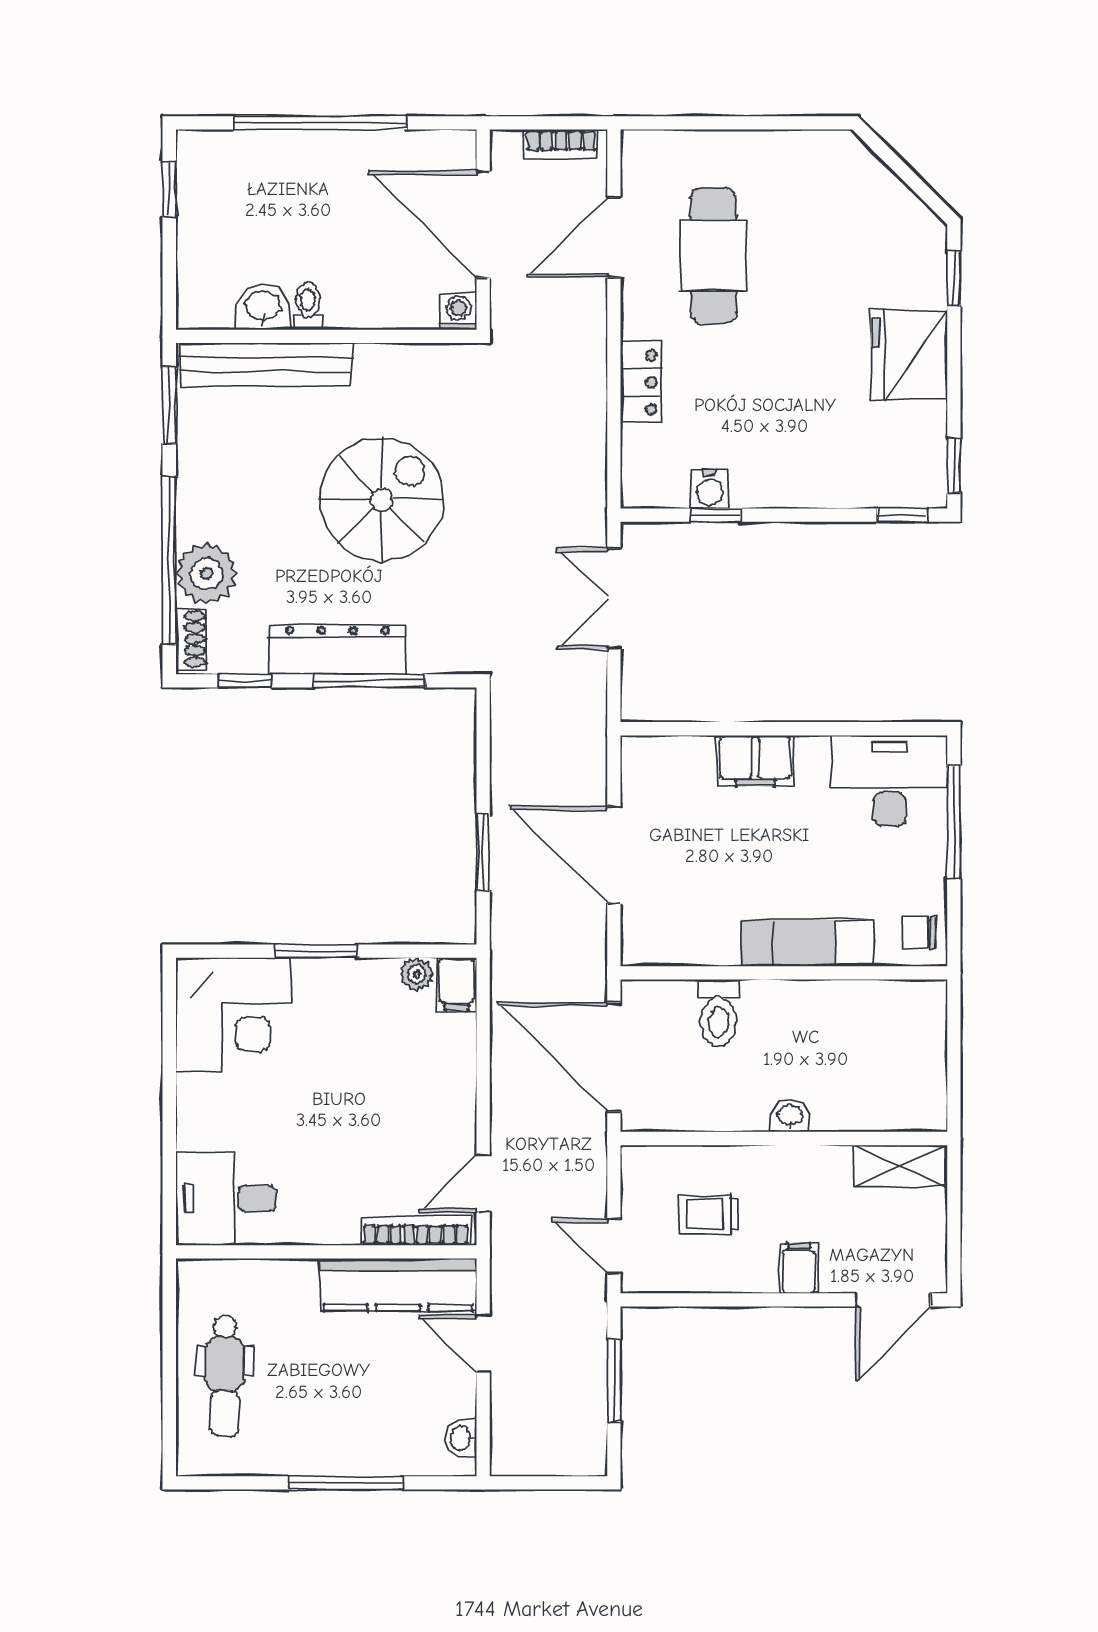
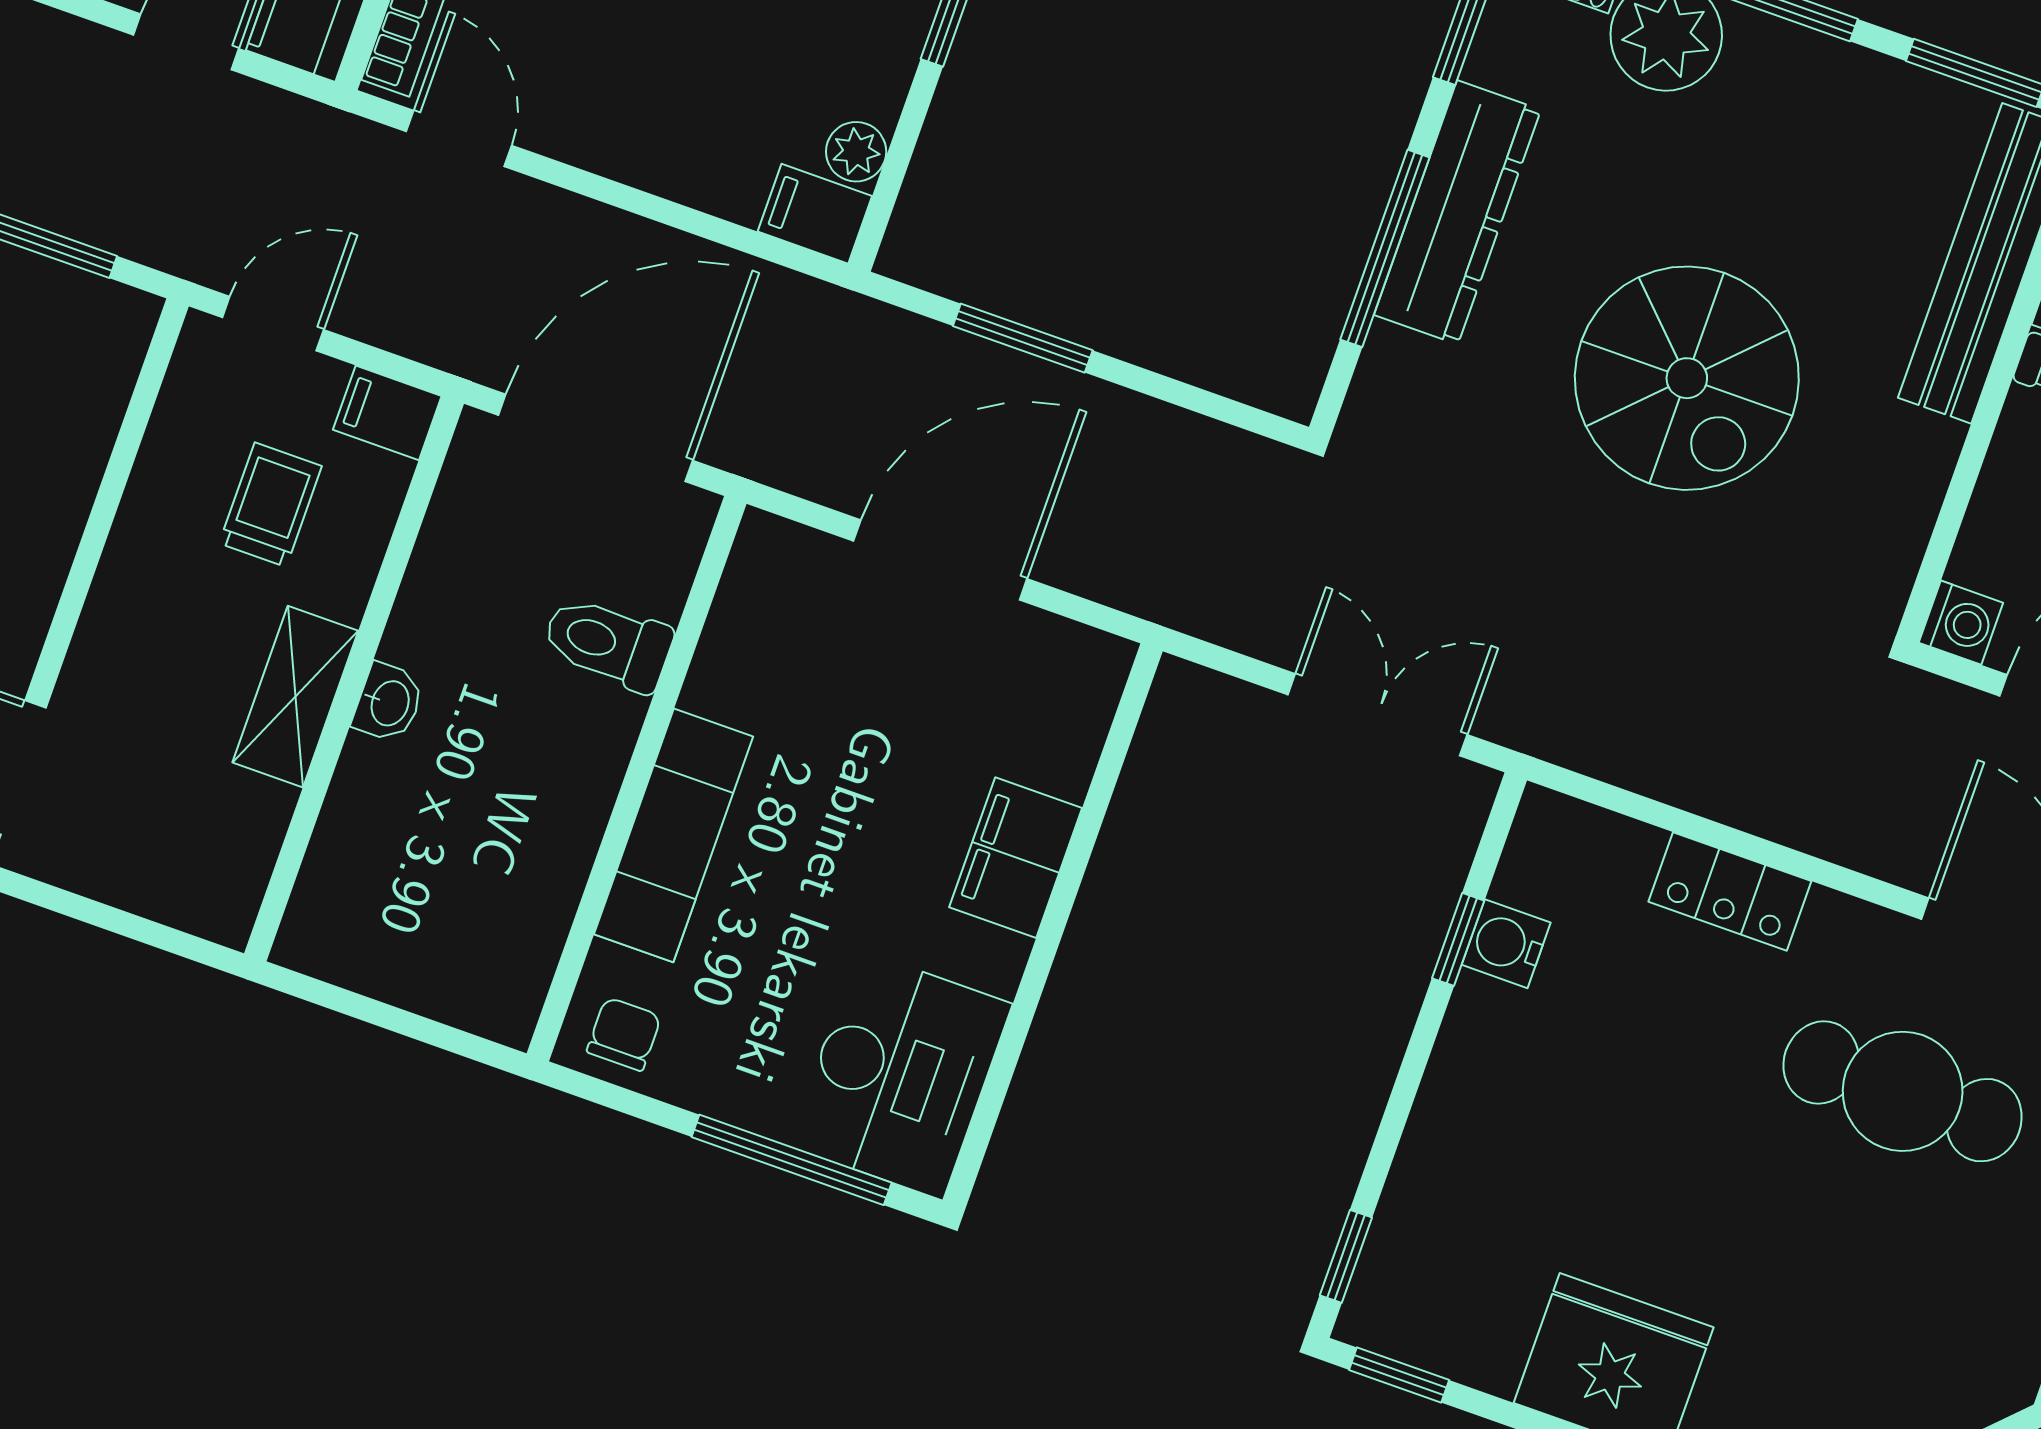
shelving: (900, 1166) -> (295, 697), moved
filing cabinet: (799, 1268) -> (387, 413), moved, turned 180

